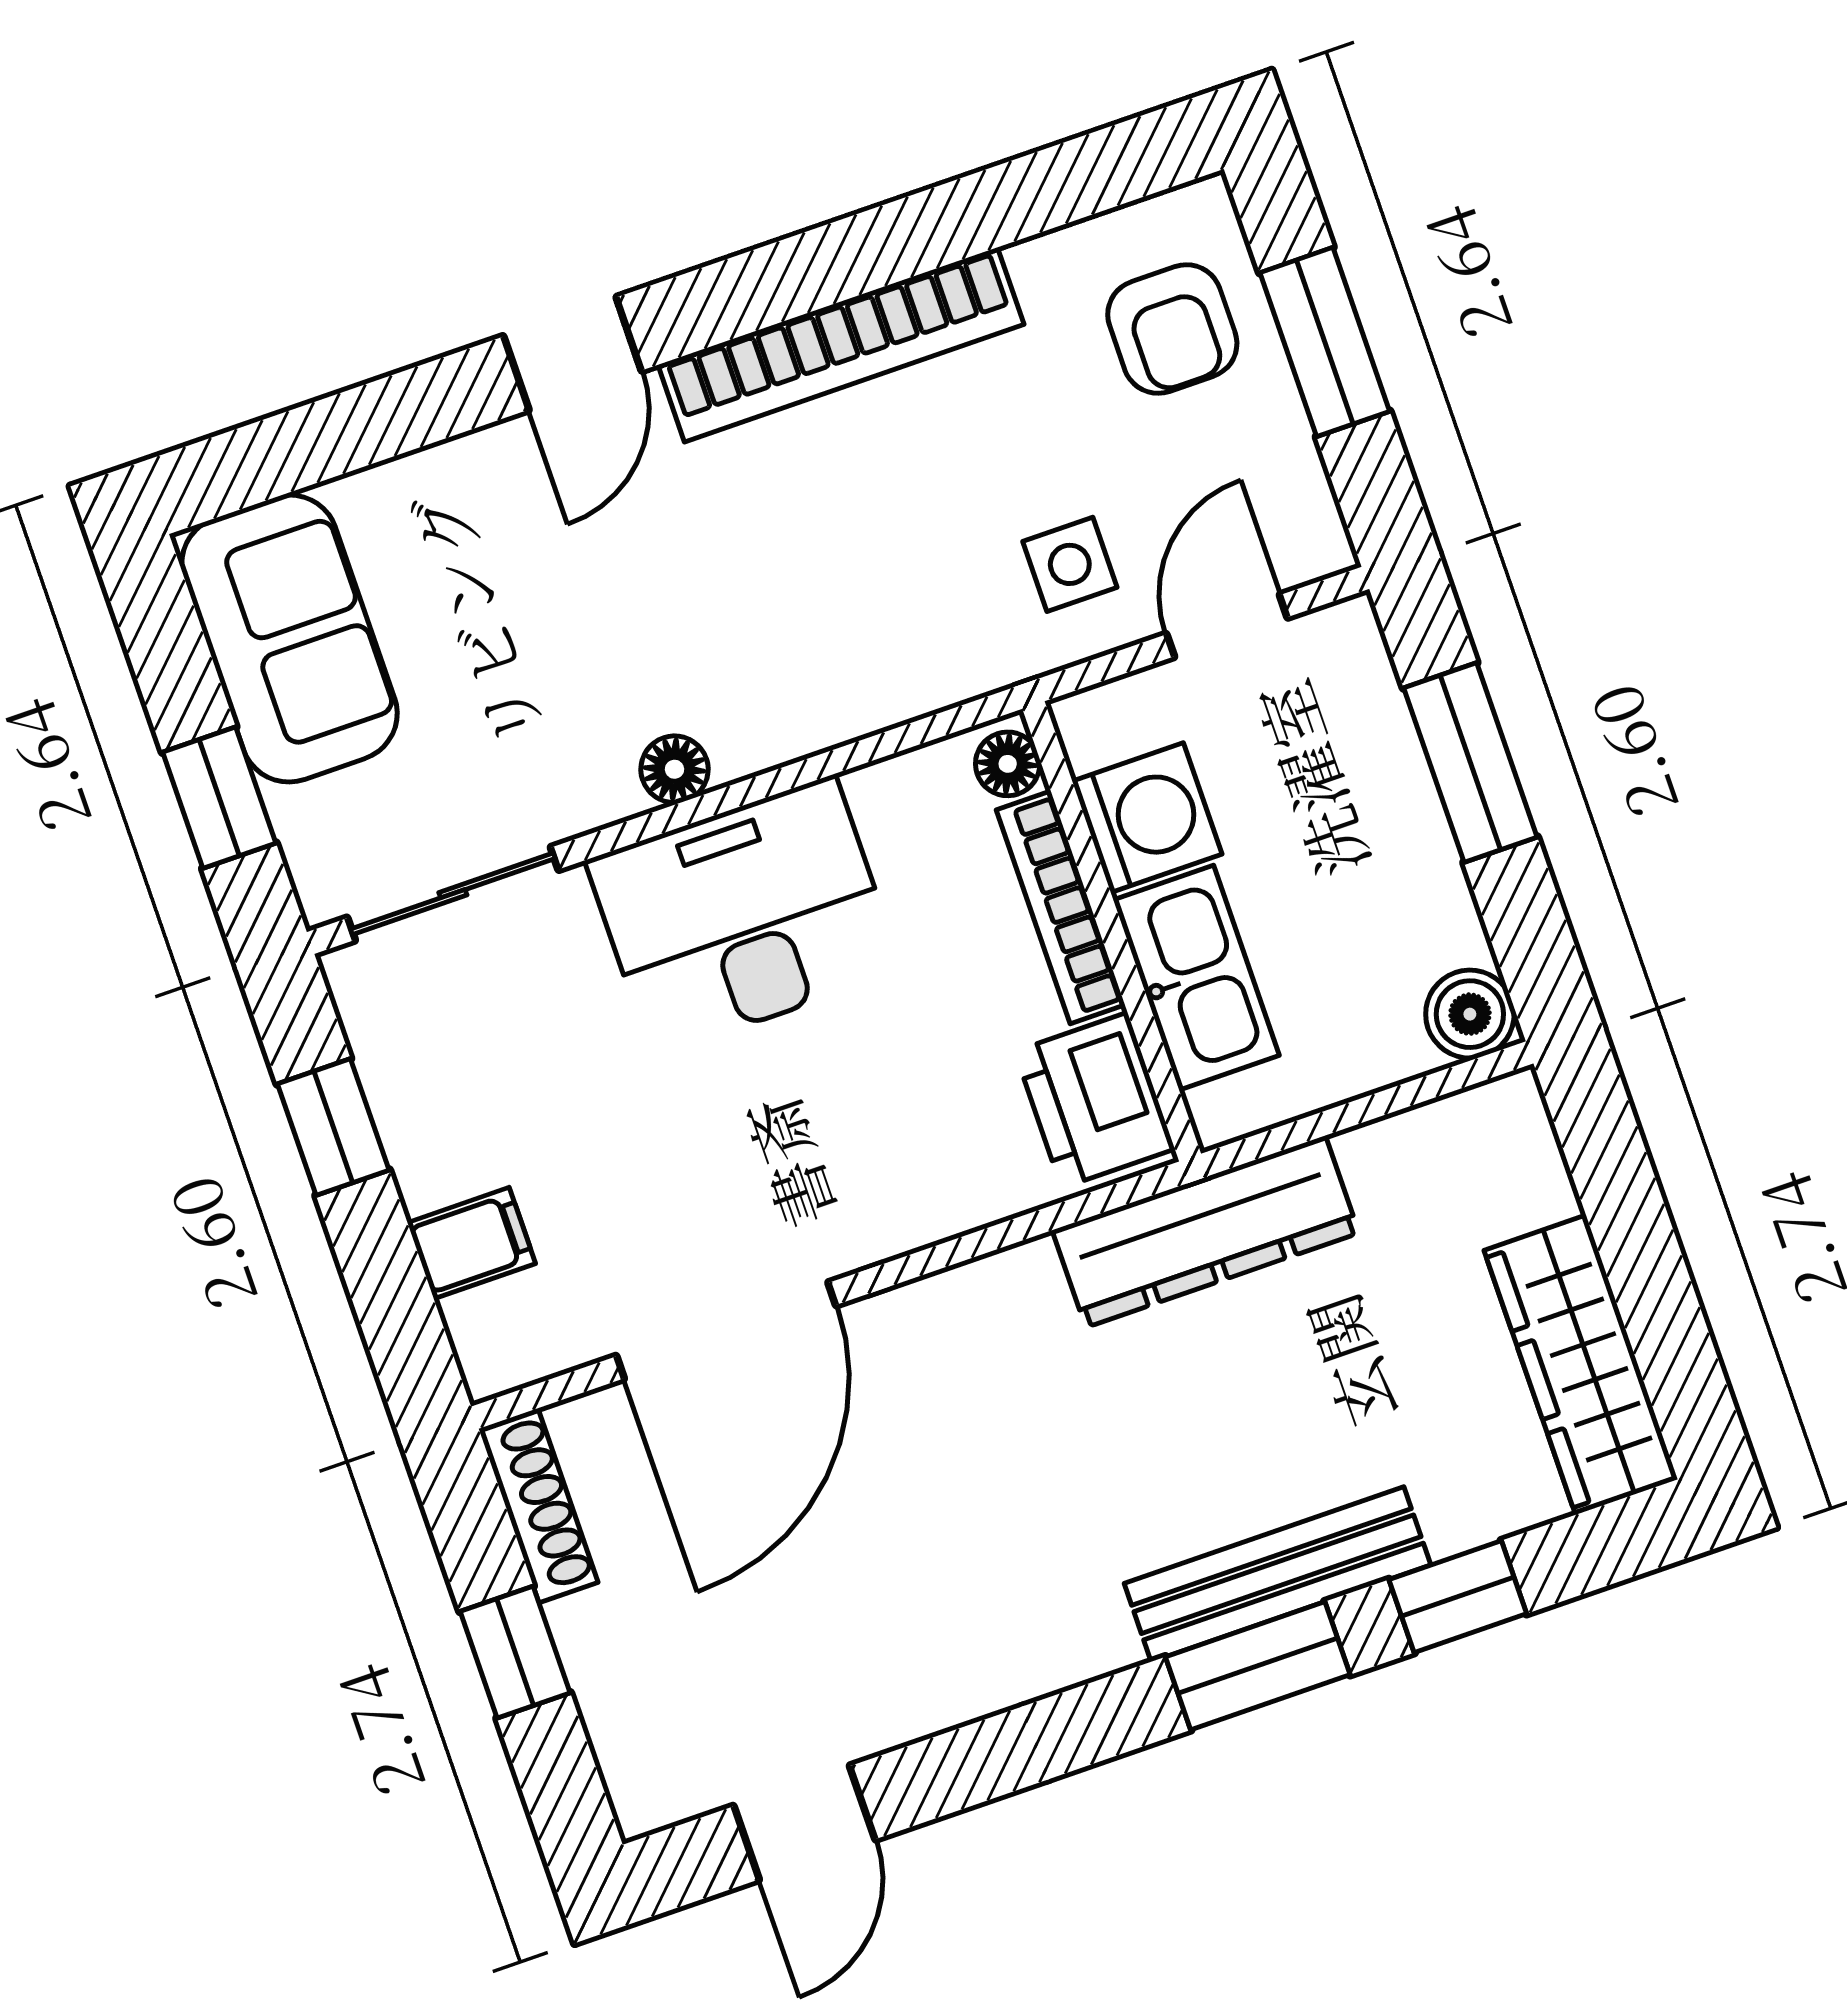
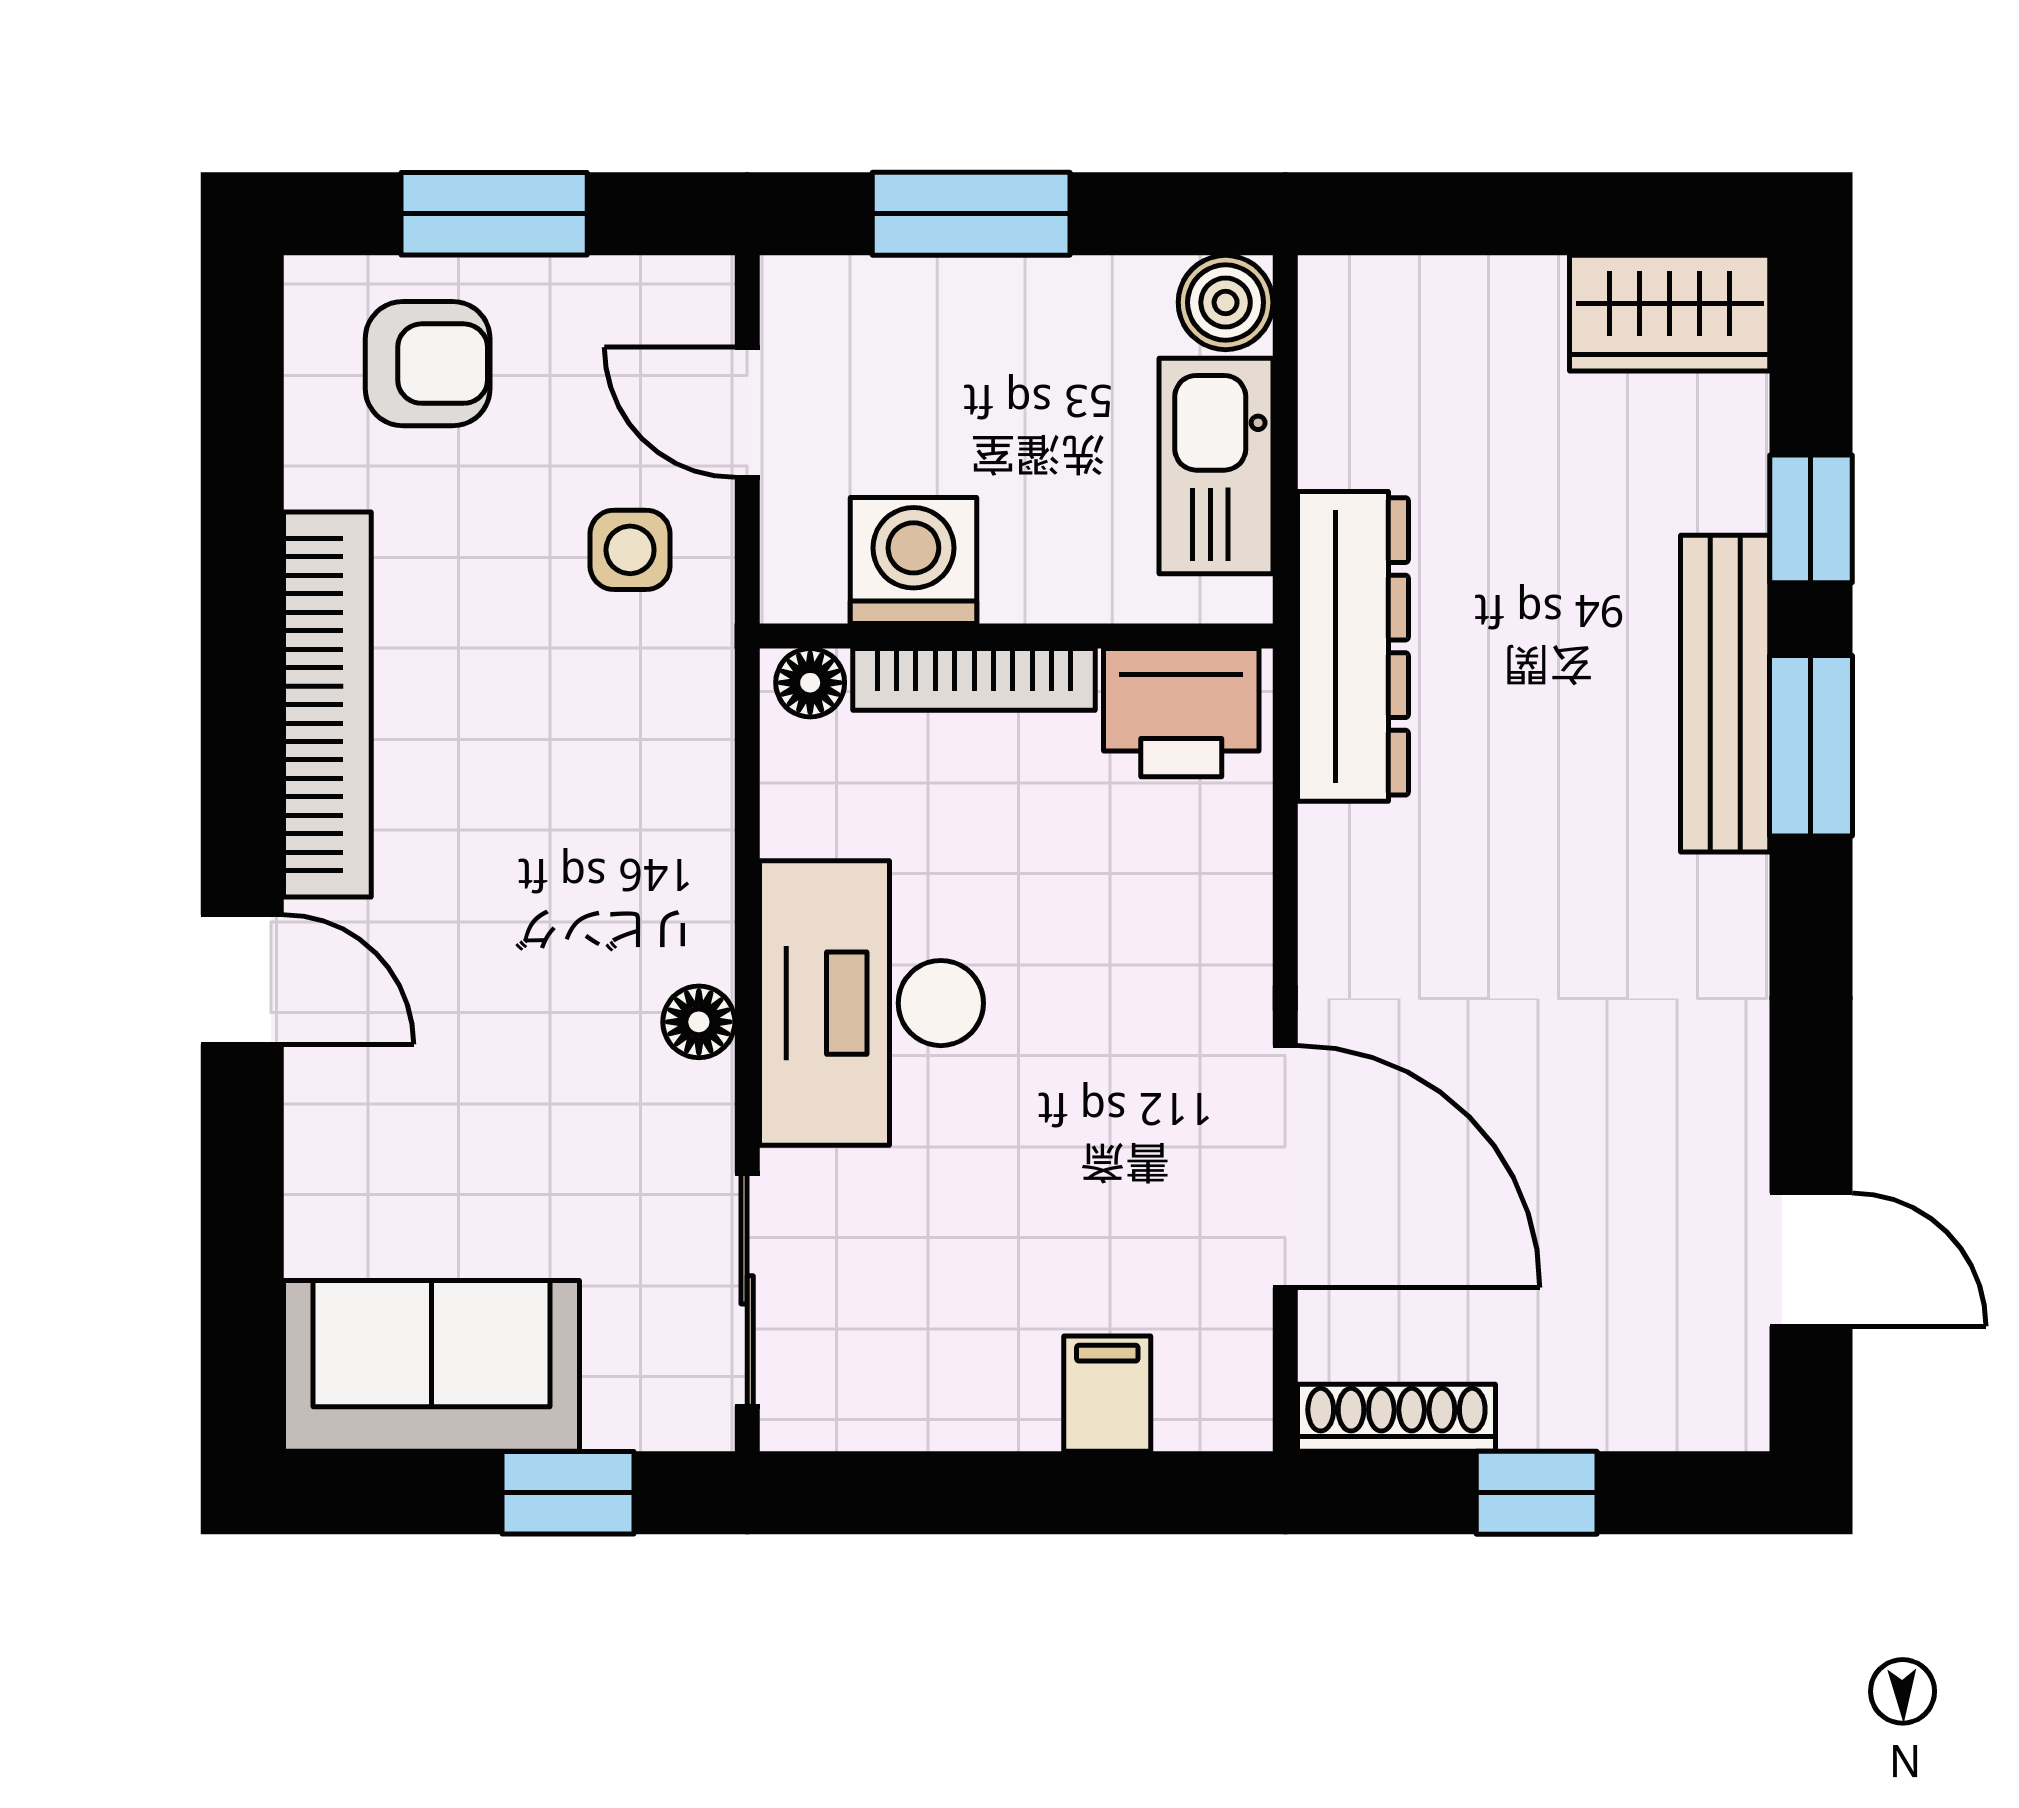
kitchen sink: (1196, 978) -> (1216, 466), moved, turned -90
window: (333, 1127) -> (941, 1493), removed
wardrobe: (1581, 1365) -> (1670, 313), width x0.67

